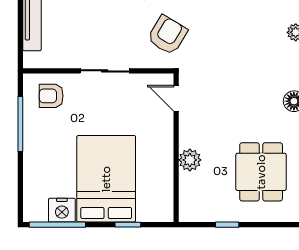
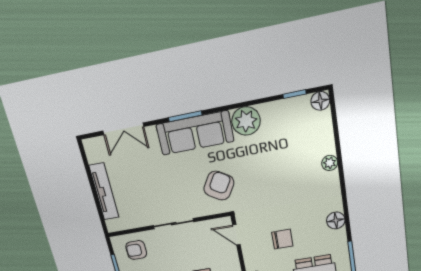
chair: (229, 113) -> (282, 239), added

